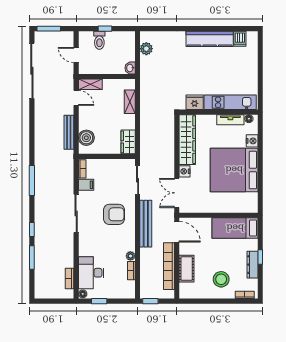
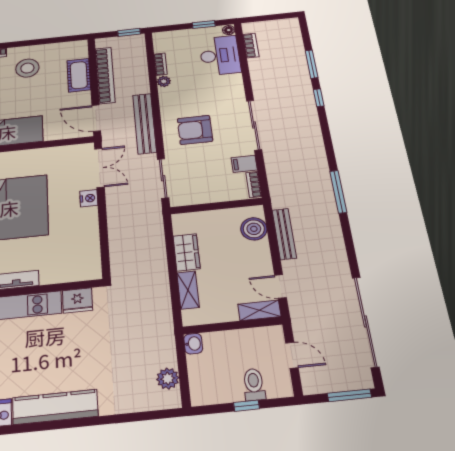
wardrobe: (187, 140) -> (87, 243), removed
wardrobe: (128, 142) -> (187, 252), moved
window: (32, 180) -> (338, 192), moved

